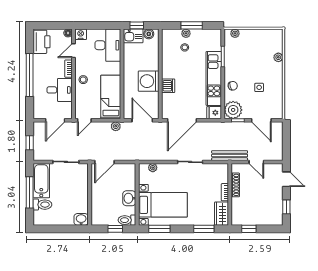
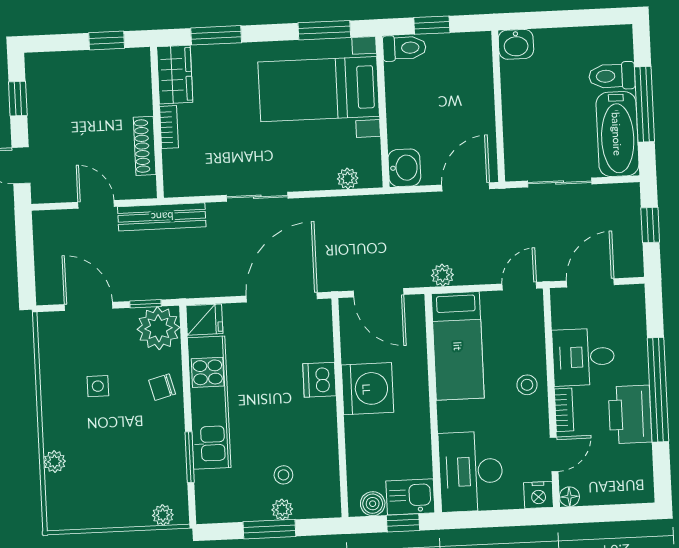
printer: (42, 42) -> (630, 414), moved
washbasin: (129, 198) -> (404, 168), moved

